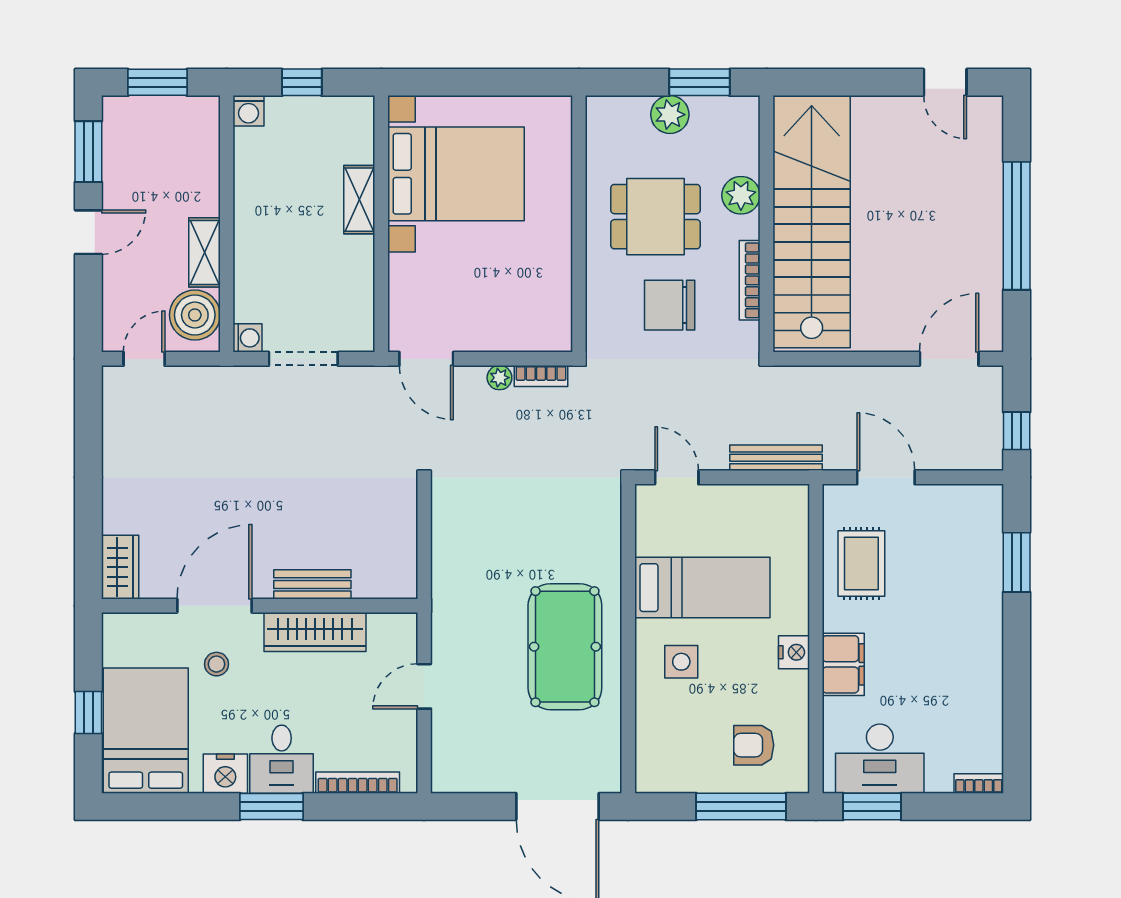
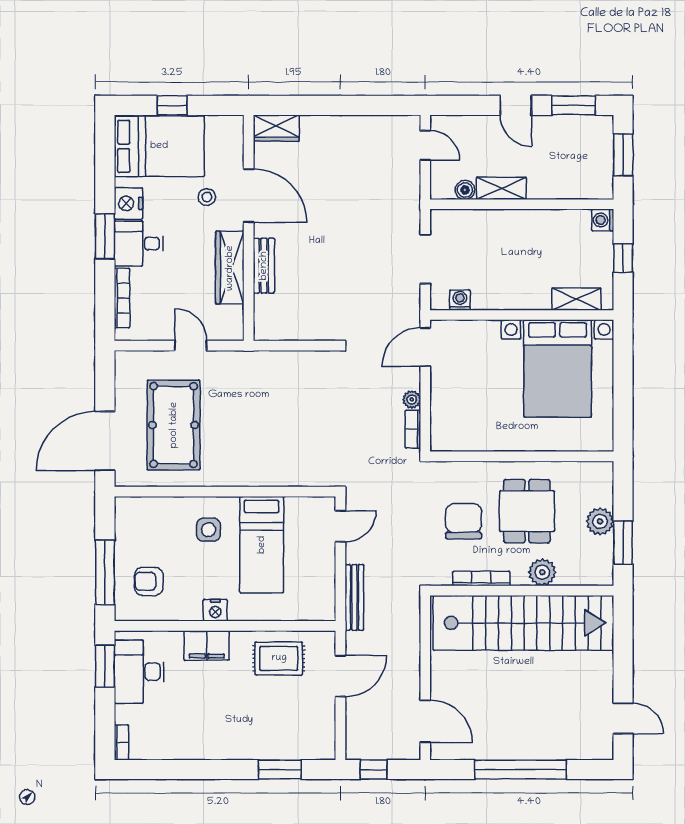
door: (945, 82) -> (623, 718), swing flipped
shelving: (359, 200) -> (576, 299), moved
boiler: (195, 315) -> (465, 190), width x0.54, depth x0.54
washing machine: (247, 338) -> (460, 300), moved, turned 180
pool table: (565, 647) -> (174, 425), moved, turned 90
armchair: (754, 745) -> (149, 581), turned -90

